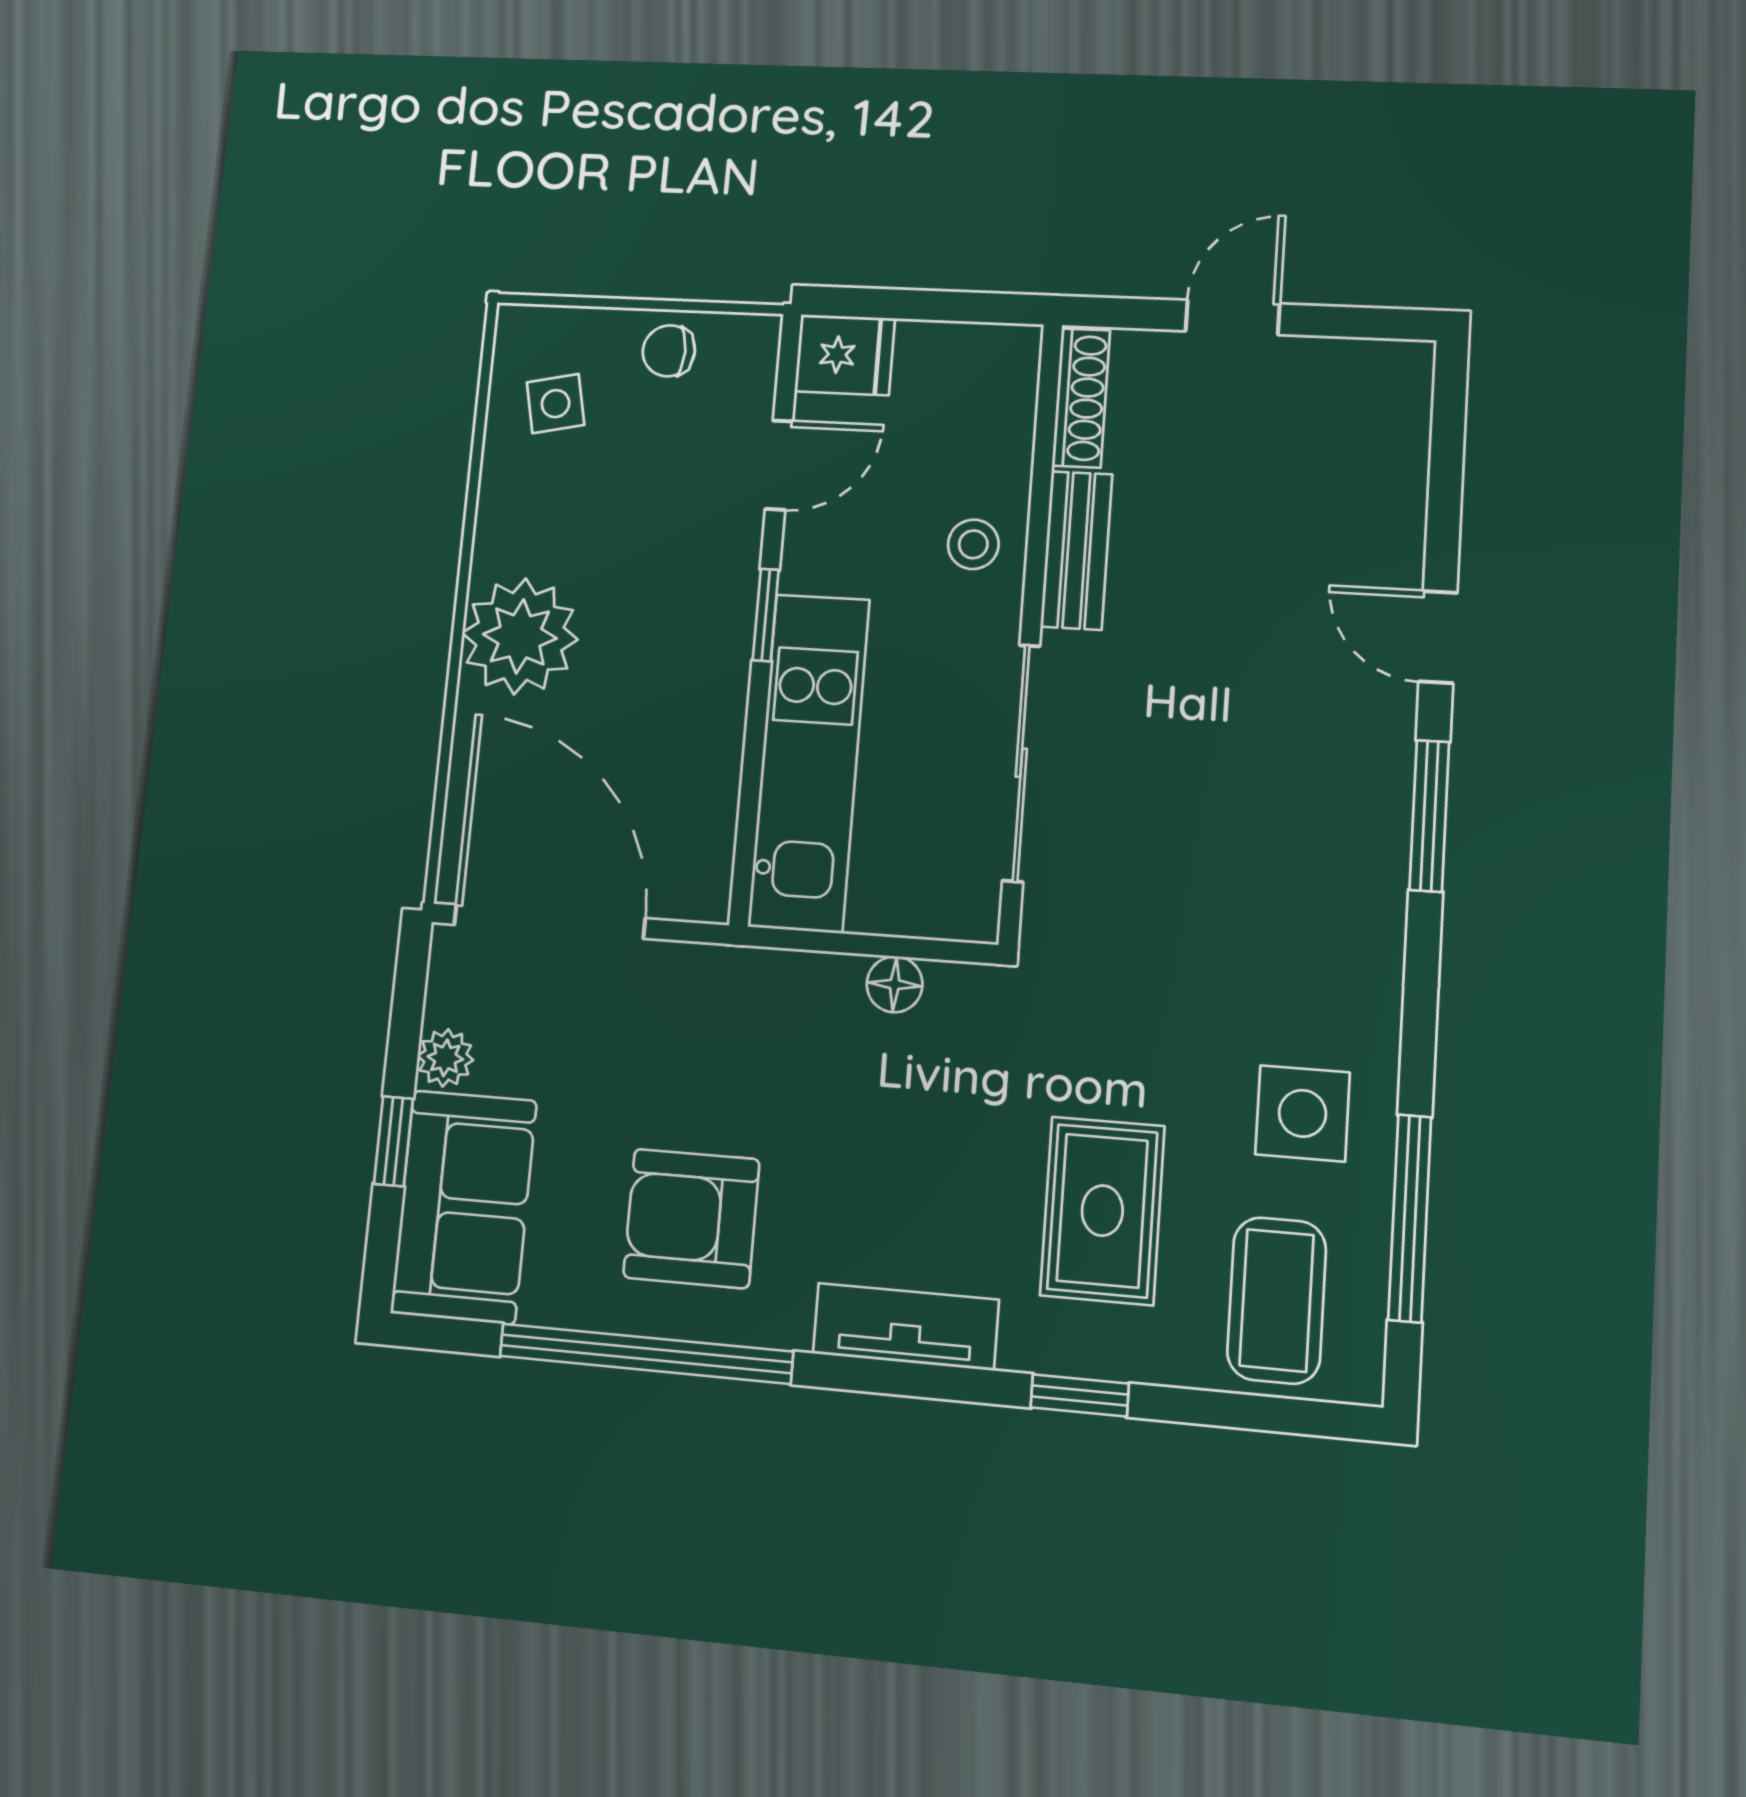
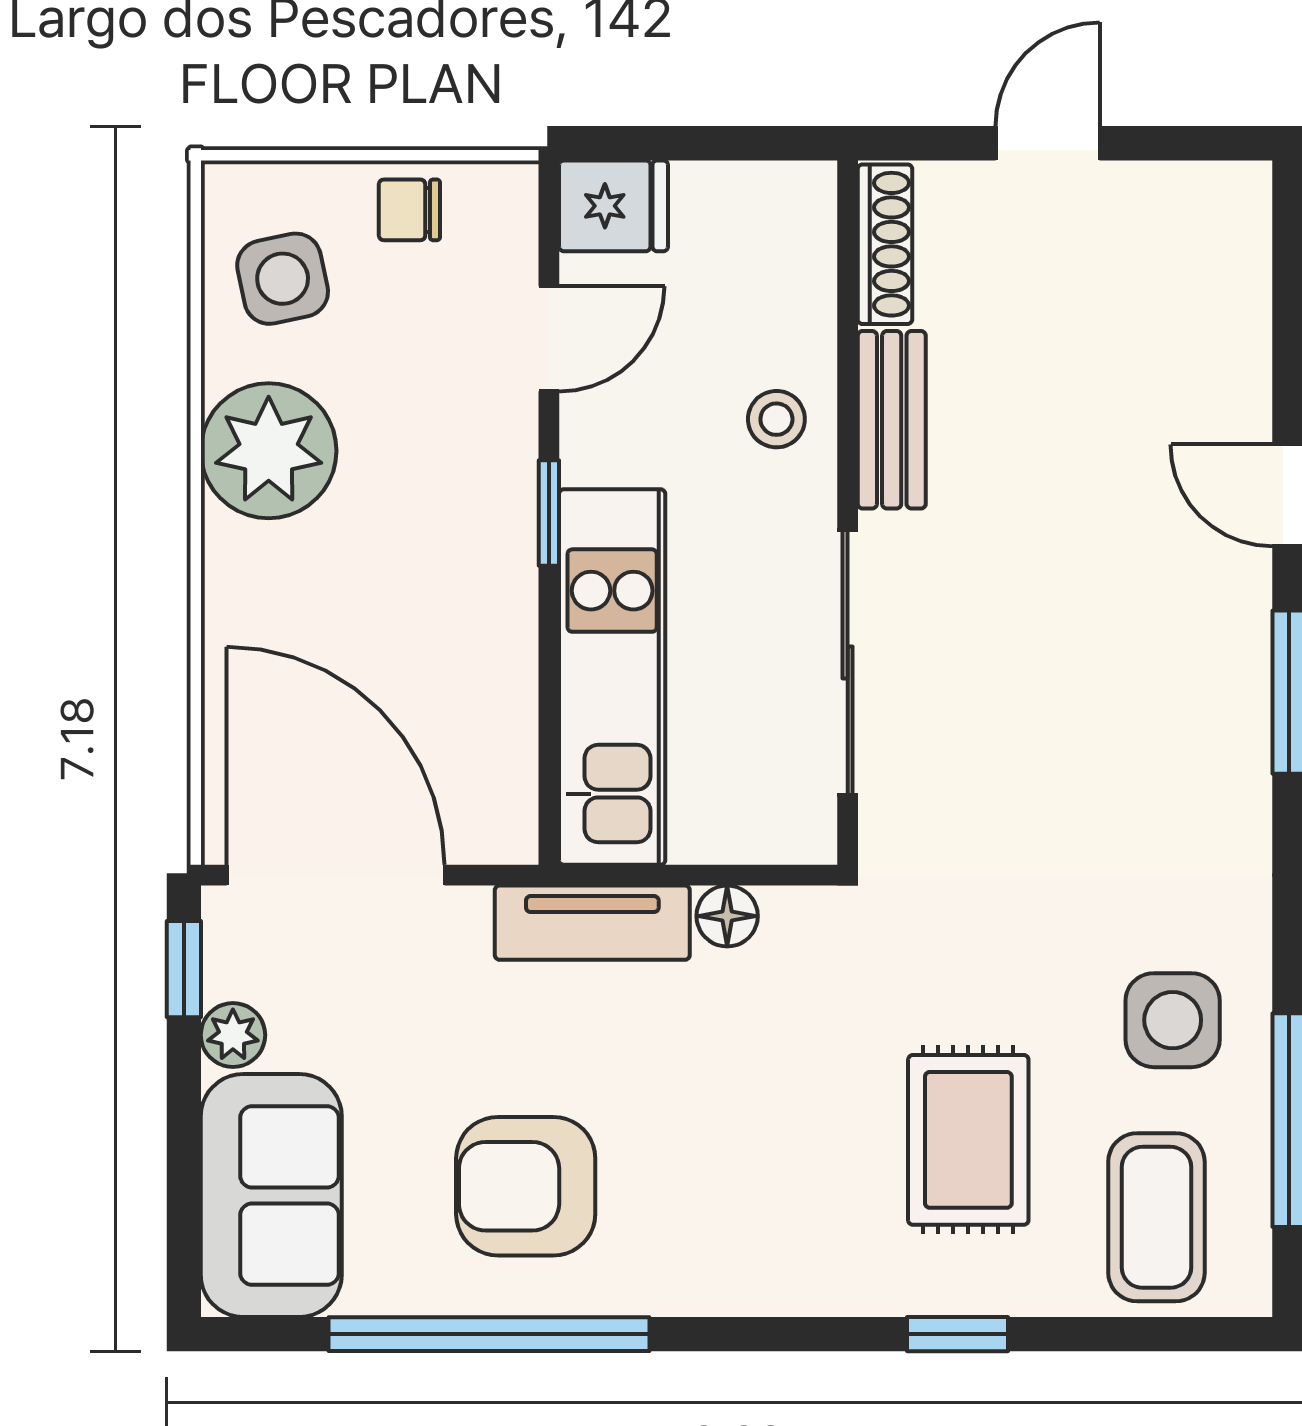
side table: (556, 404) -> (283, 279), width x1.37, depth x1.37
plant: (520, 636) -> (269, 451), moved
window: (393, 1141) -> (184, 969), moved
tv unit: (906, 1327) -> (592, 923), moved, turned 180

